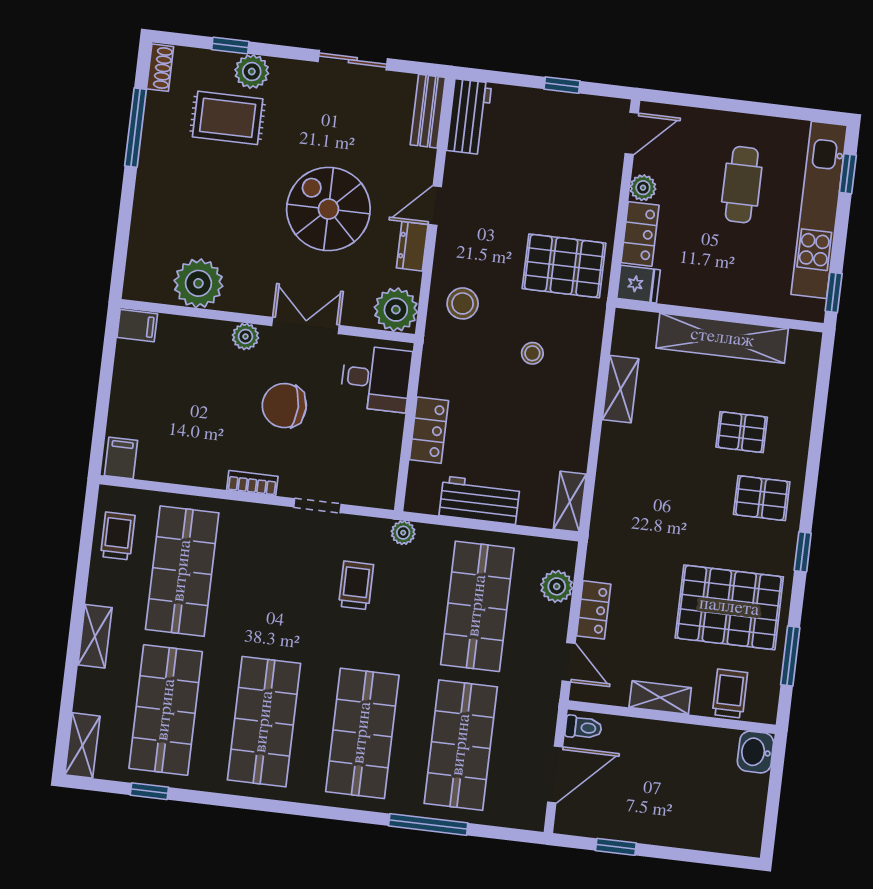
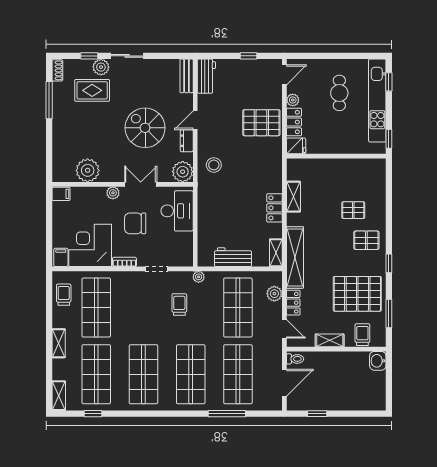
sliding door: (353, 60) -> (127, 56), moved
pallet: (564, 266) -> (261, 123), moved
shelving: (722, 338) -> (295, 257), moved, turned 90
stool: (532, 353) -> (250, 185), removed
desk: (376, 378) -> (177, 211), width x1.37
locker: (429, 430) -> (274, 208), moved, turned 180
corner desk: (185, 440) -> (90, 245), added

